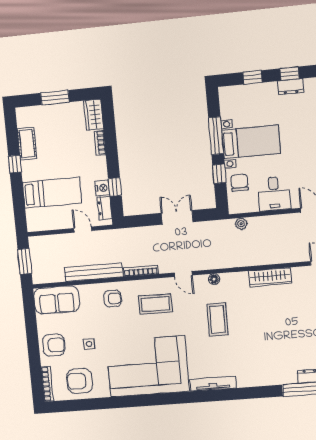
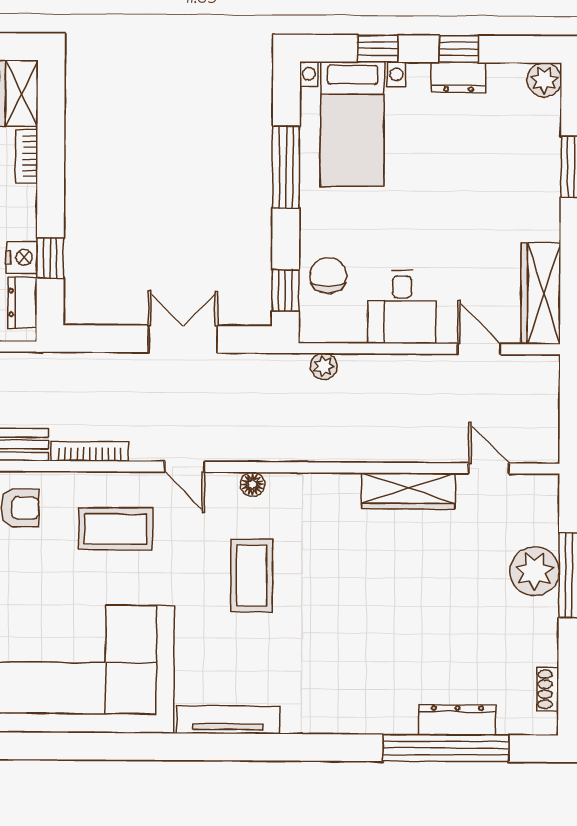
bed with nightstands: (251, 142) -> (352, 124), moved, turned 90
window: (219, 174) -> (285, 290), moved
wardrobe: (270, 277) -> (408, 491), moved

